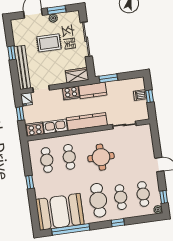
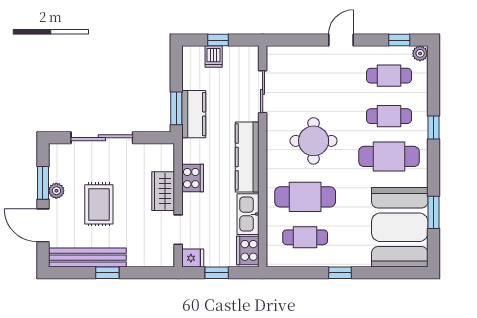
bench: (22, 67) -> (87, 258), moved
wardrobe: (77, 75) -> (163, 191), moved
kitchen counter: (93, 90) -> (194, 114), moved
cafe table: (69, 157) -> (305, 197), width x1.37, depth x1.35
window: (71, 229) -> (433, 212), width x0.47

